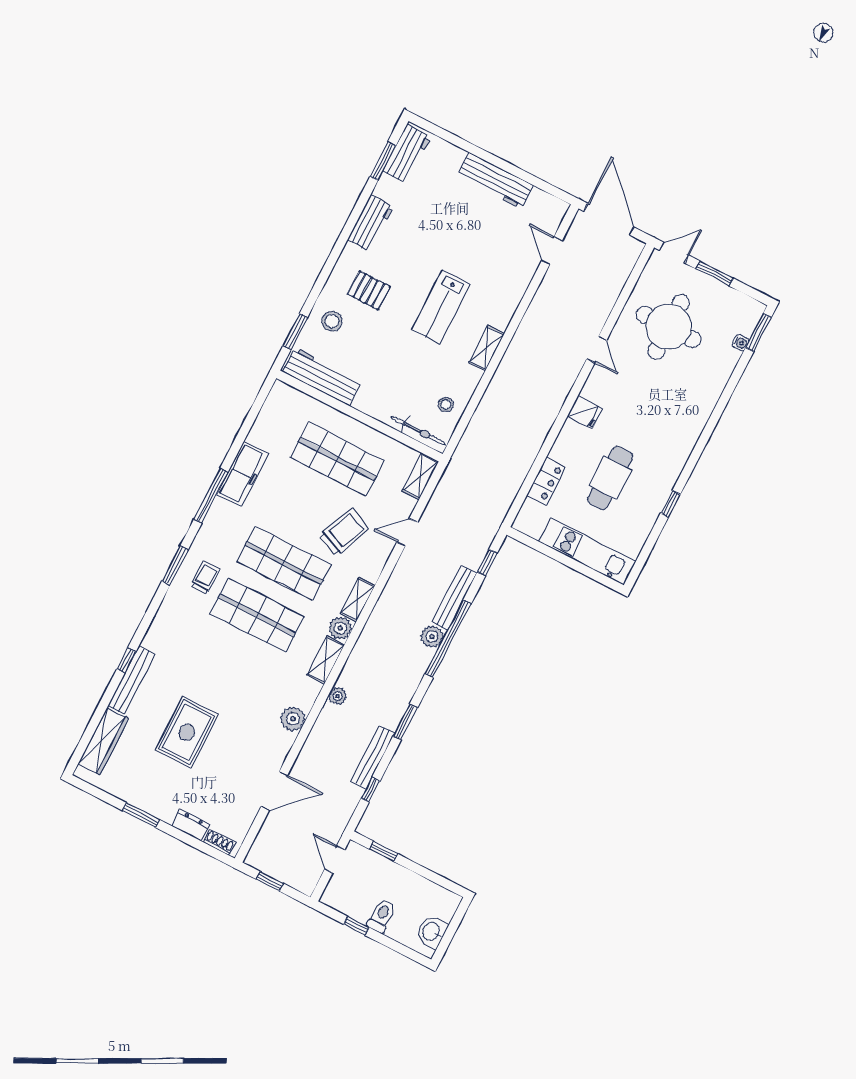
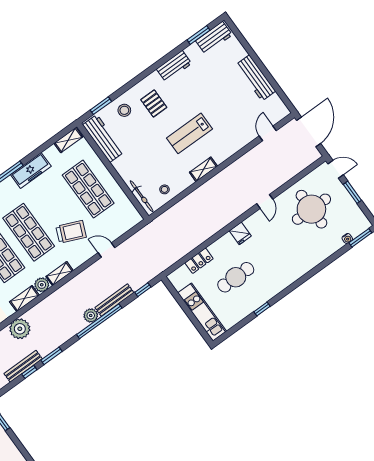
shelving: (420, 476) -> (68, 140), moved
plant: (338, 696) -> (20, 329), width x1.87, depth x1.87
window: (371, 790) -> (29, 372), moved

